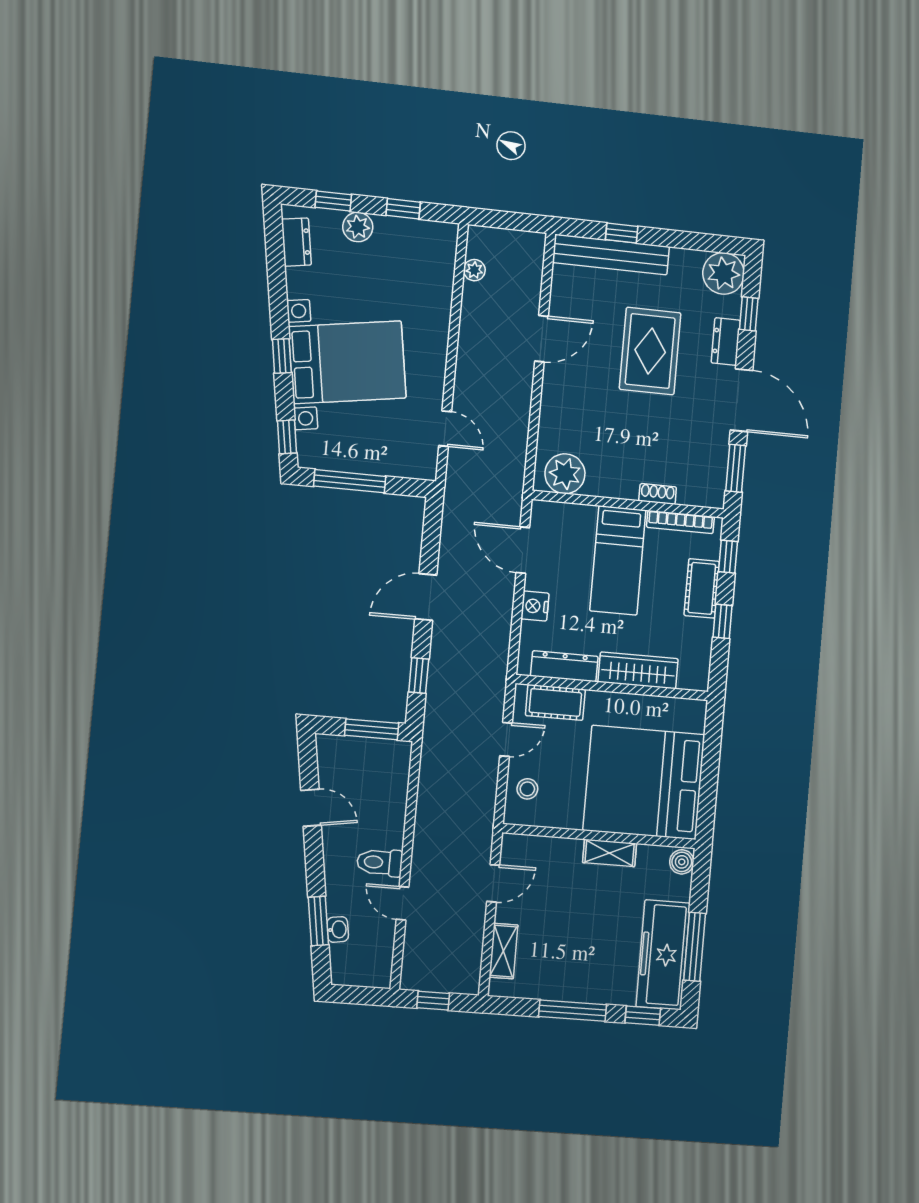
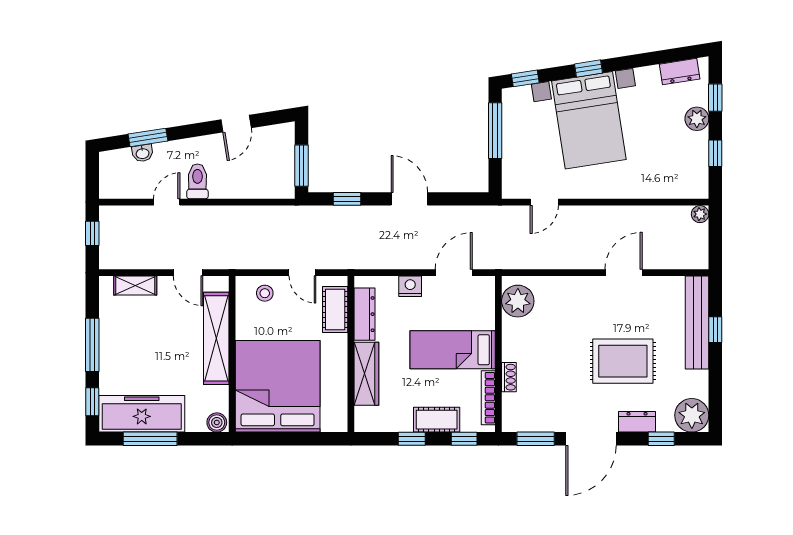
plant: (474, 270) -> (700, 214), moved
door: (541, 339) -> (624, 273), swing flipped
shelving: (610, 853) -> (216, 338), width x2.20, depth x1.33

